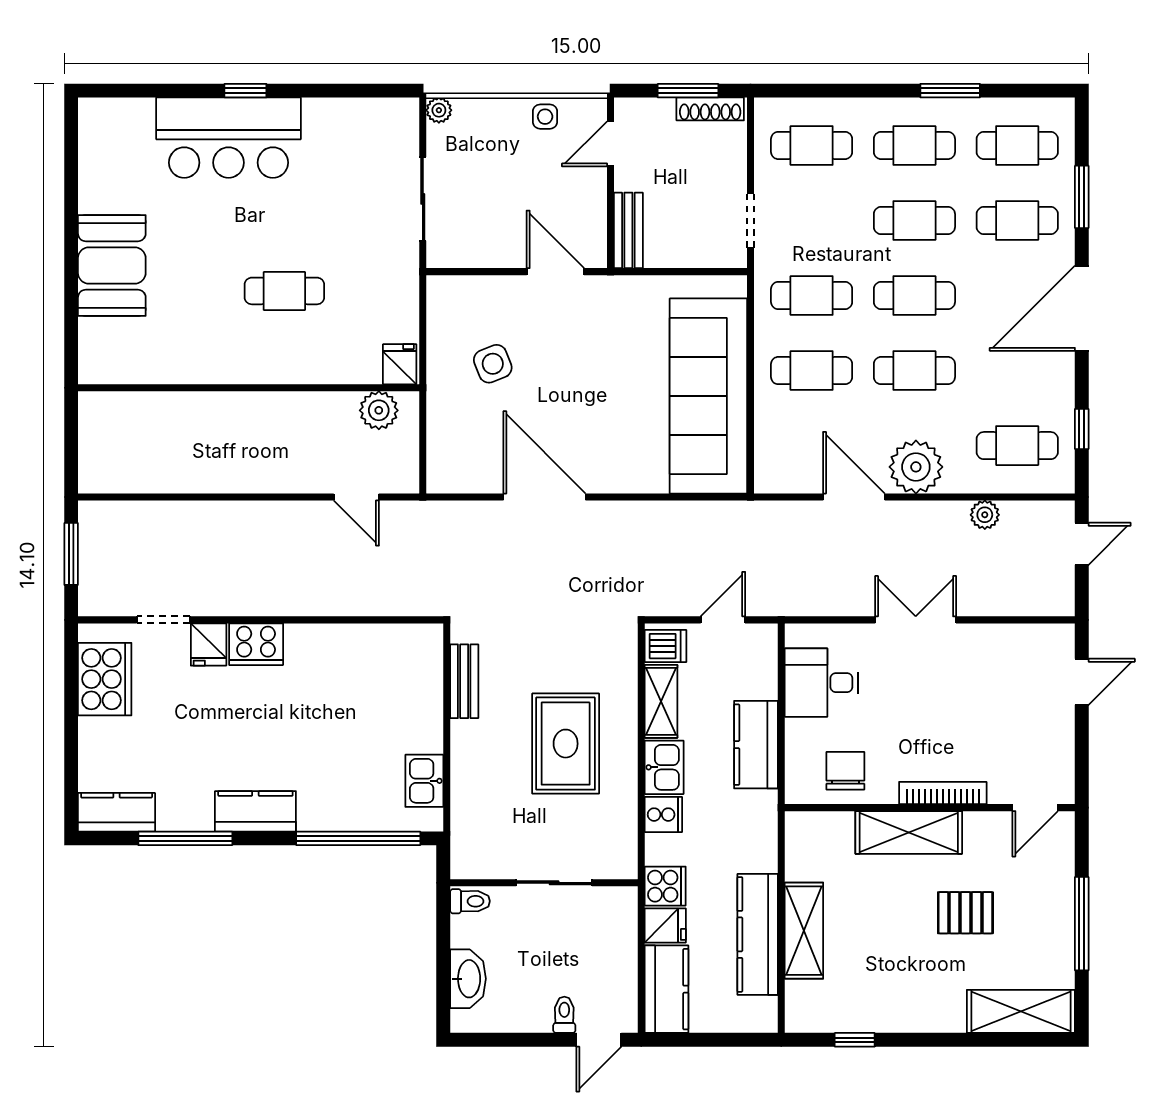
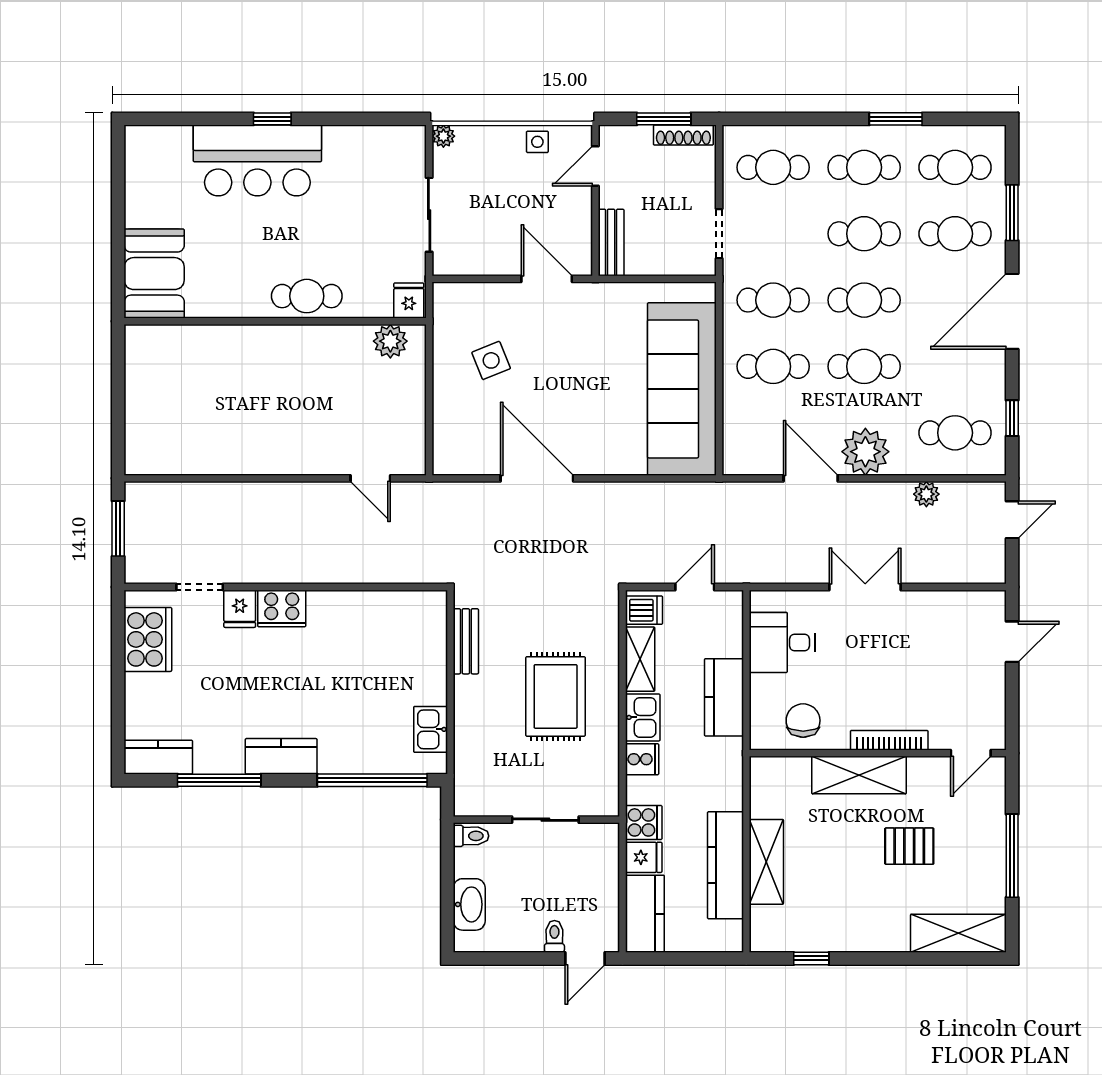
fridge: (400, 364) -> (409, 300), moved
wall: (249, 388) -> (275, 321), moved
plant: (379, 410) -> (390, 341), moved

